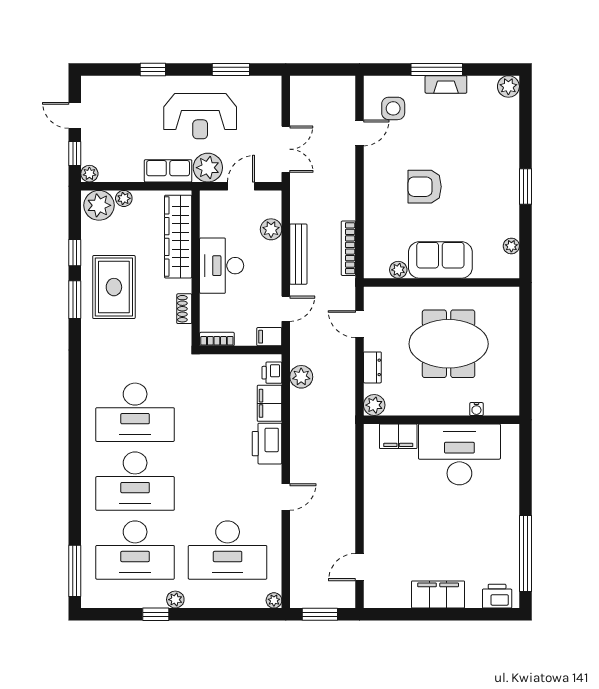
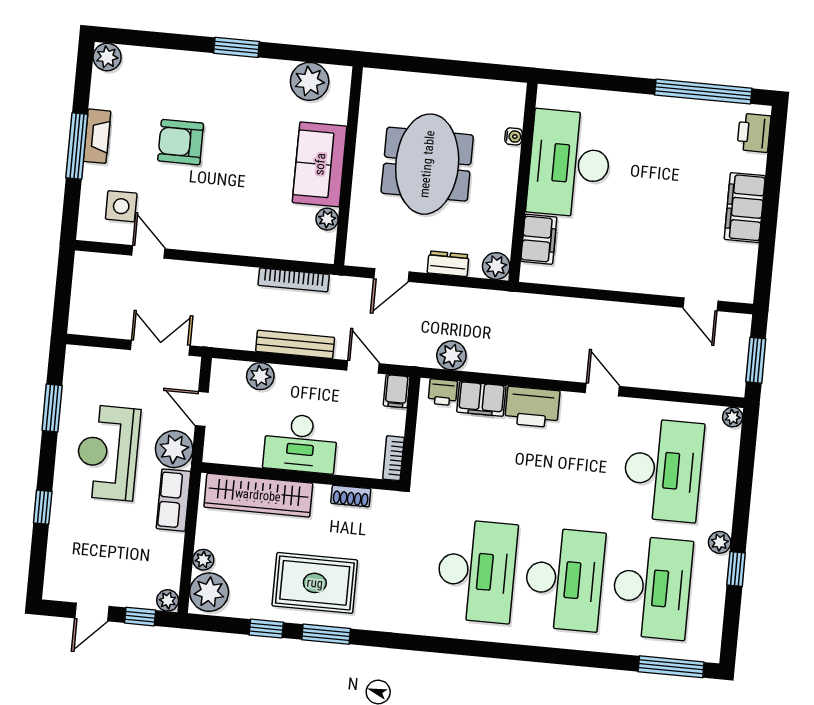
reception desk: (200, 116) -> (108, 453), turned 180
armchair: (425, 187) -> (181, 142), moved, turned 90
plant: (511, 246) -> (310, 81), width x1.87, depth x1.87

